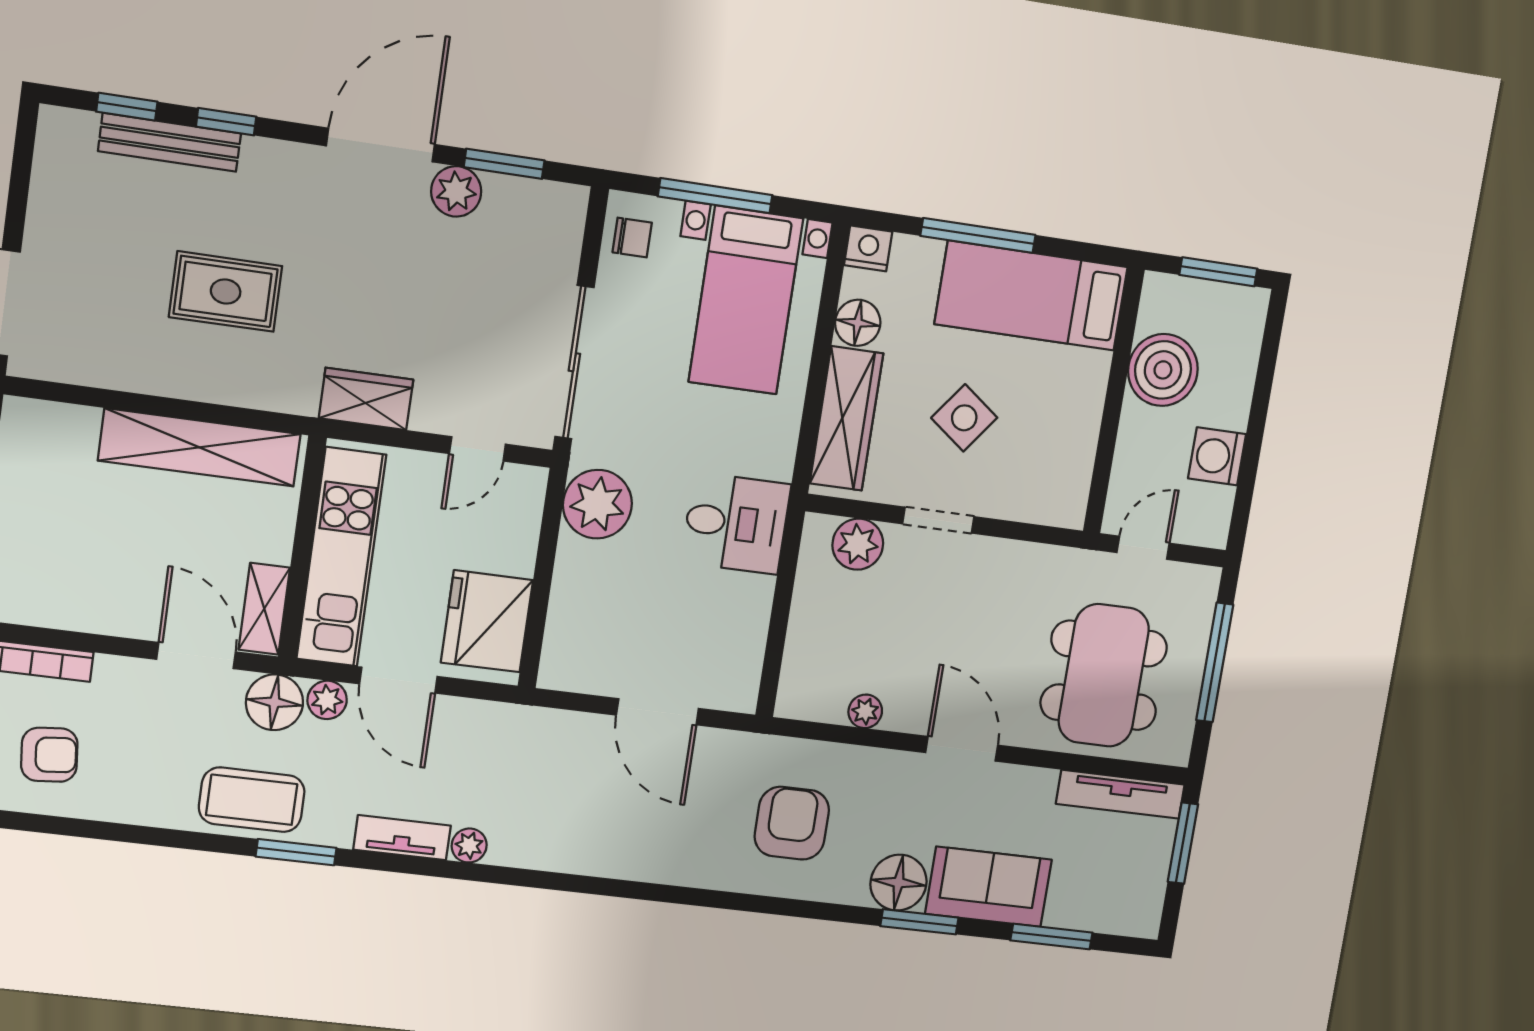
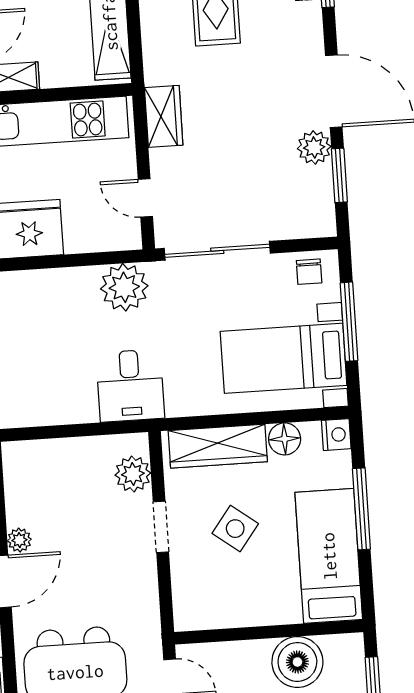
plant: (865, 711) -> (19, 540), moved

